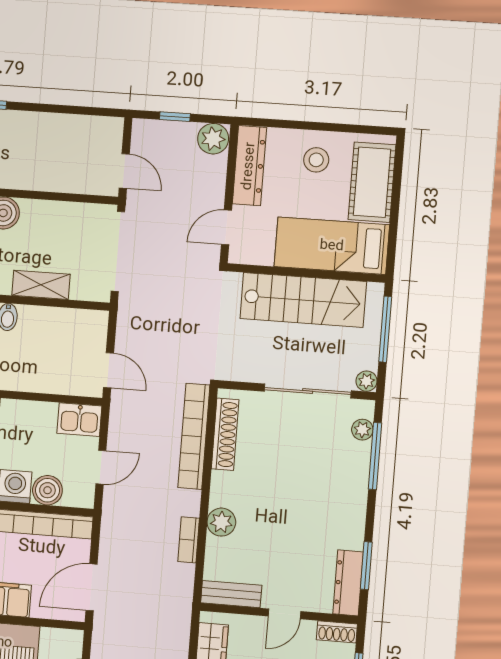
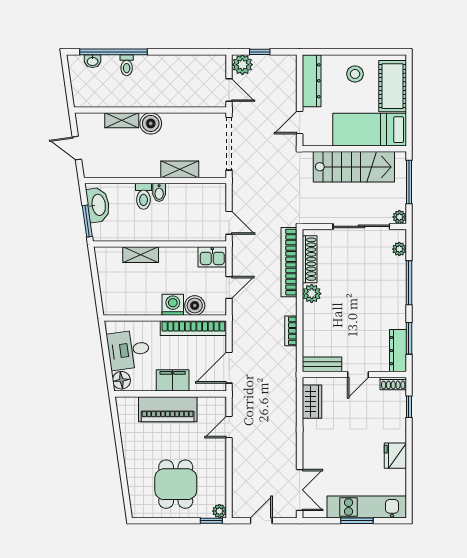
plant: (213, 139) -> (242, 65), moved
window: (375, 456) -> (409, 283), moved
plant: (221, 522) -> (312, 294), moved

